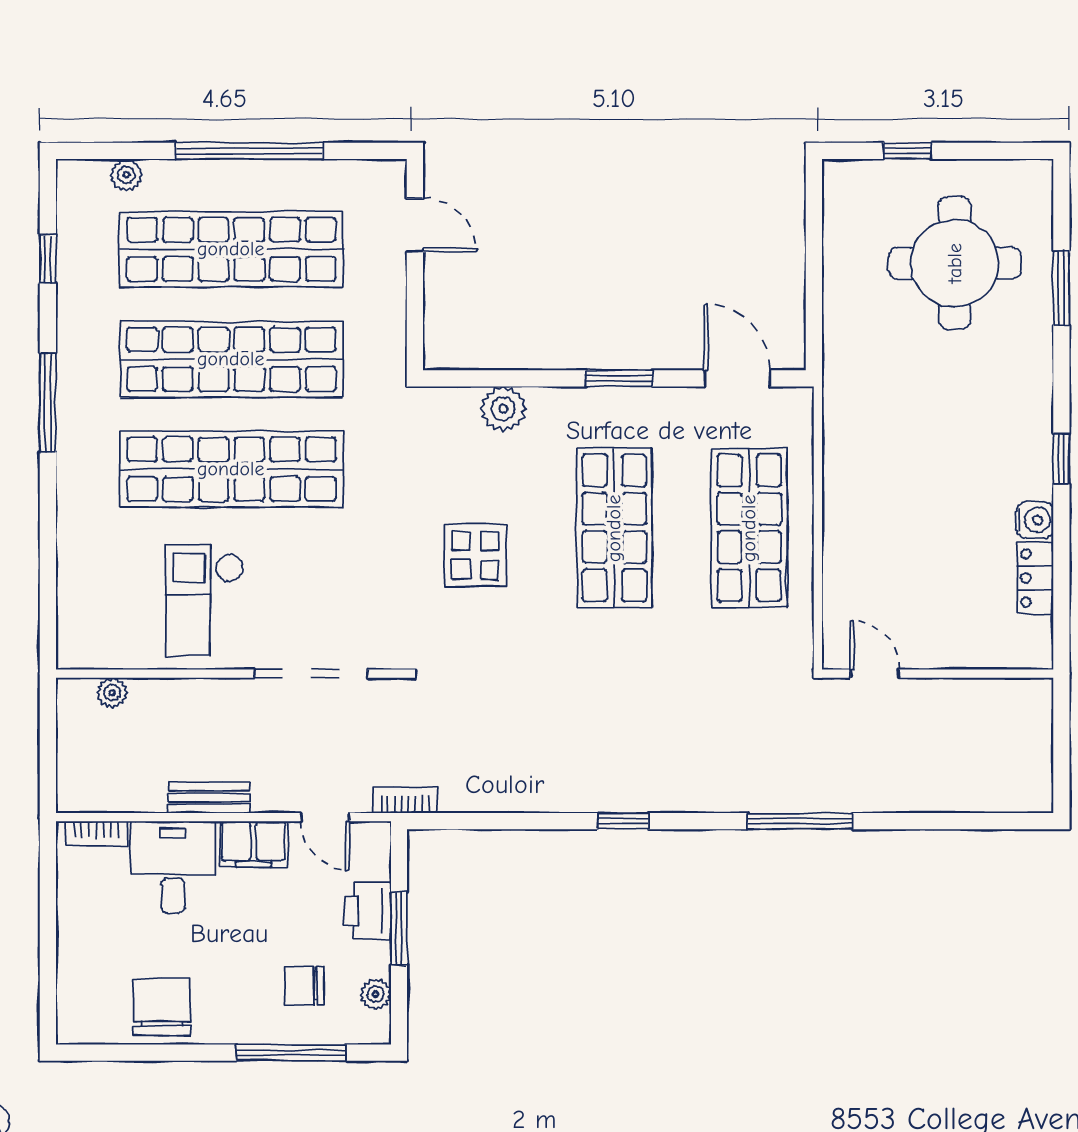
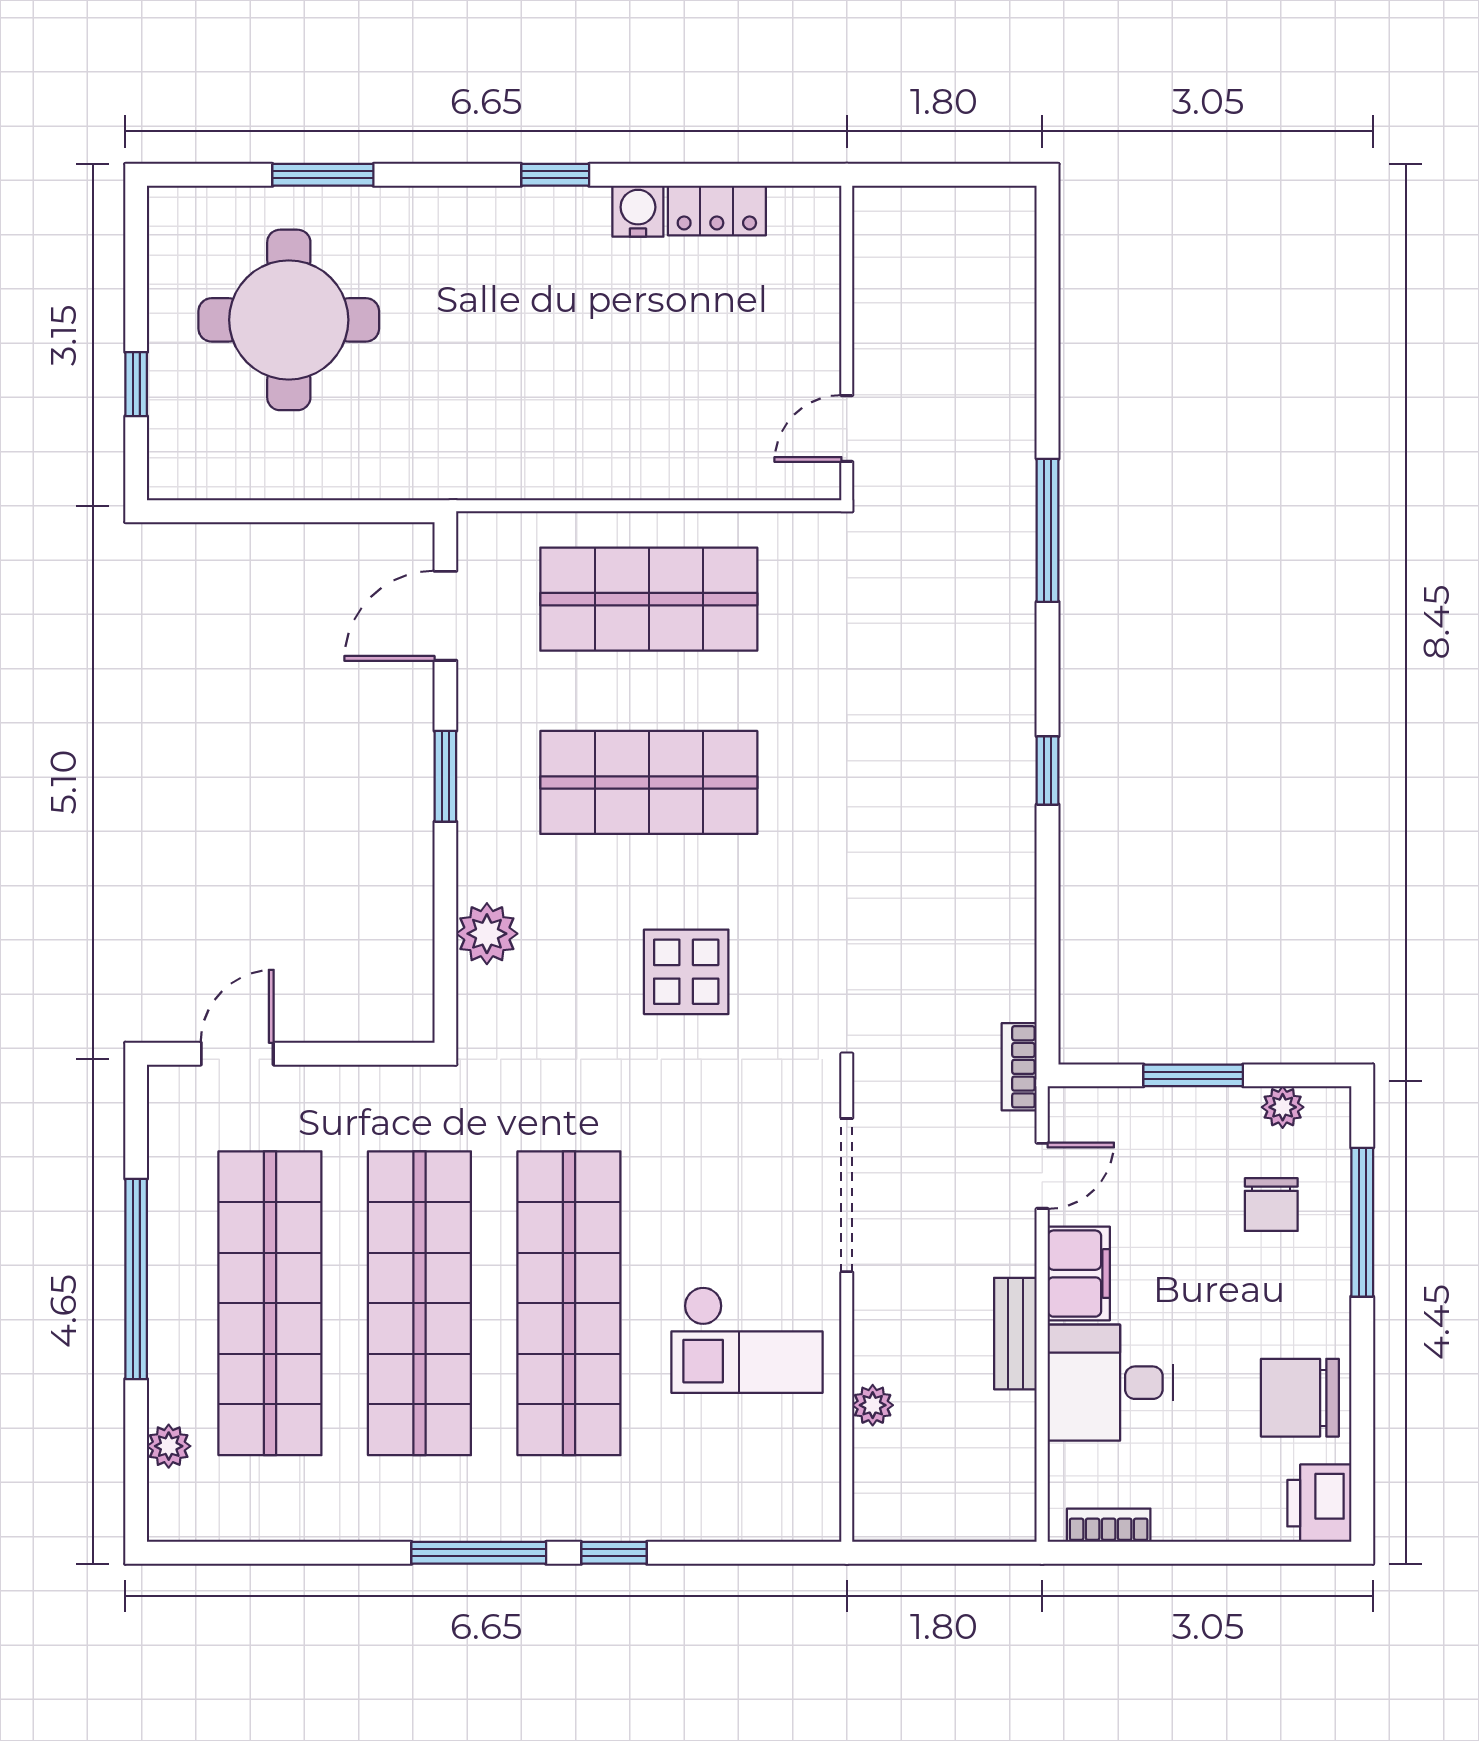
window: (48, 259) -> (614, 1553), moved
plant: (112, 693) -> (873, 1405), moved
bookcase: (96, 833) -> (1109, 1525), moved, turned -90
printer: (367, 911) -> (1319, 1503), moved, turned 90

